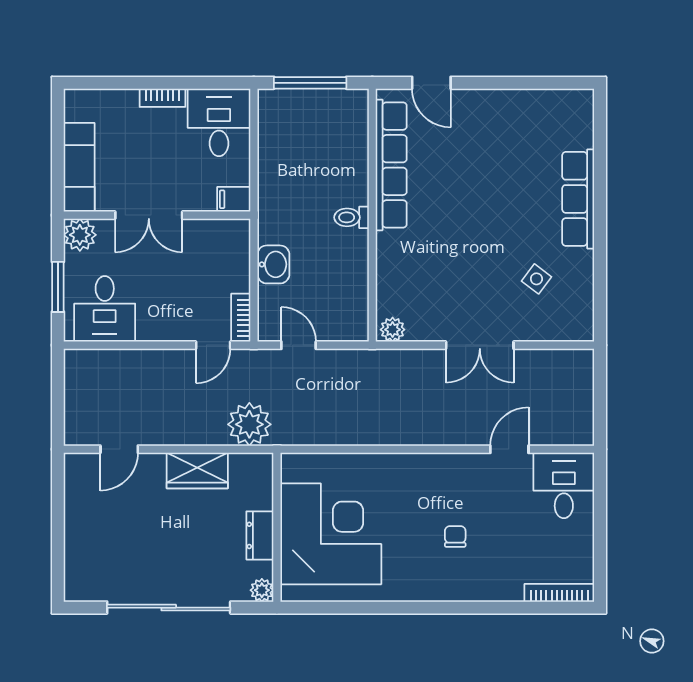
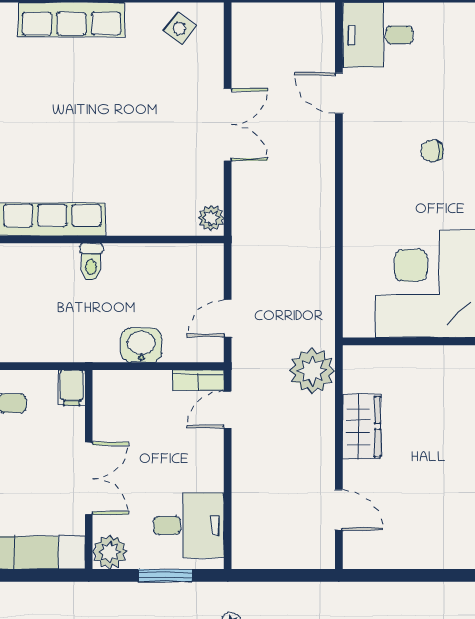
side table: (536, 279) -> (179, 28), moved
door: (213, 345) -> (228, 410), swing flipped
dresser: (260, 535) -> (431, 360), removed

